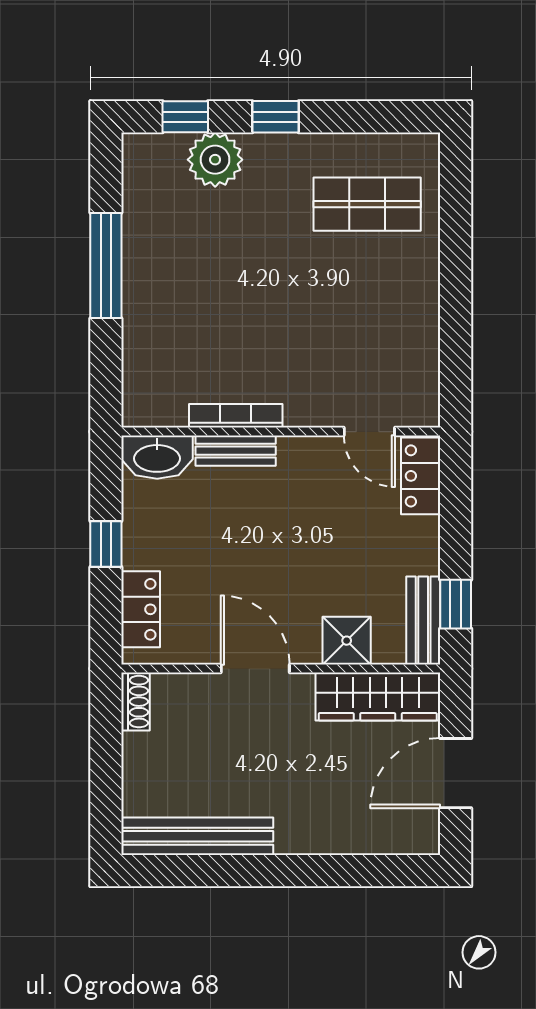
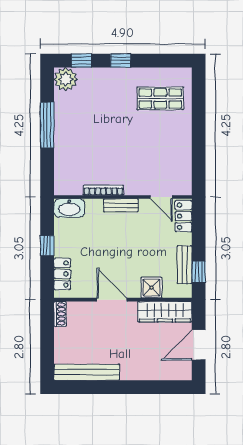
plant: (215, 160) -> (66, 79), moved
bench: (236, 451) -> (121, 205), moved
bench: (423, 620) -> (185, 265), moved

